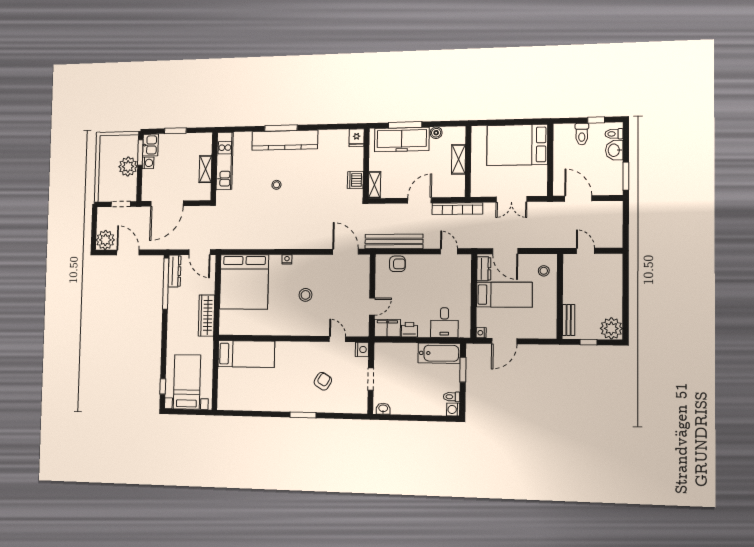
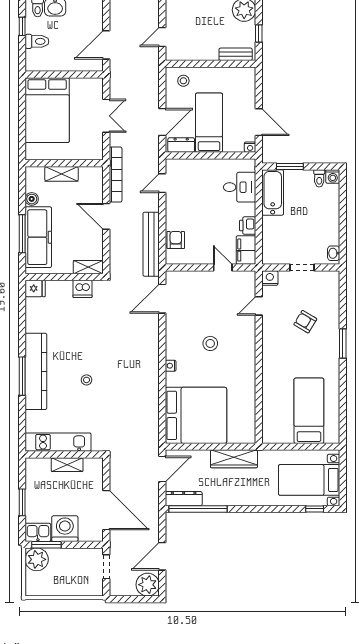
washing machine: (148, 163) -> (65, 529), width x1.89, depth x1.89
plant: (128, 167) -> (37, 559), moved
bed: (246, 354) -> (309, 411), moved

